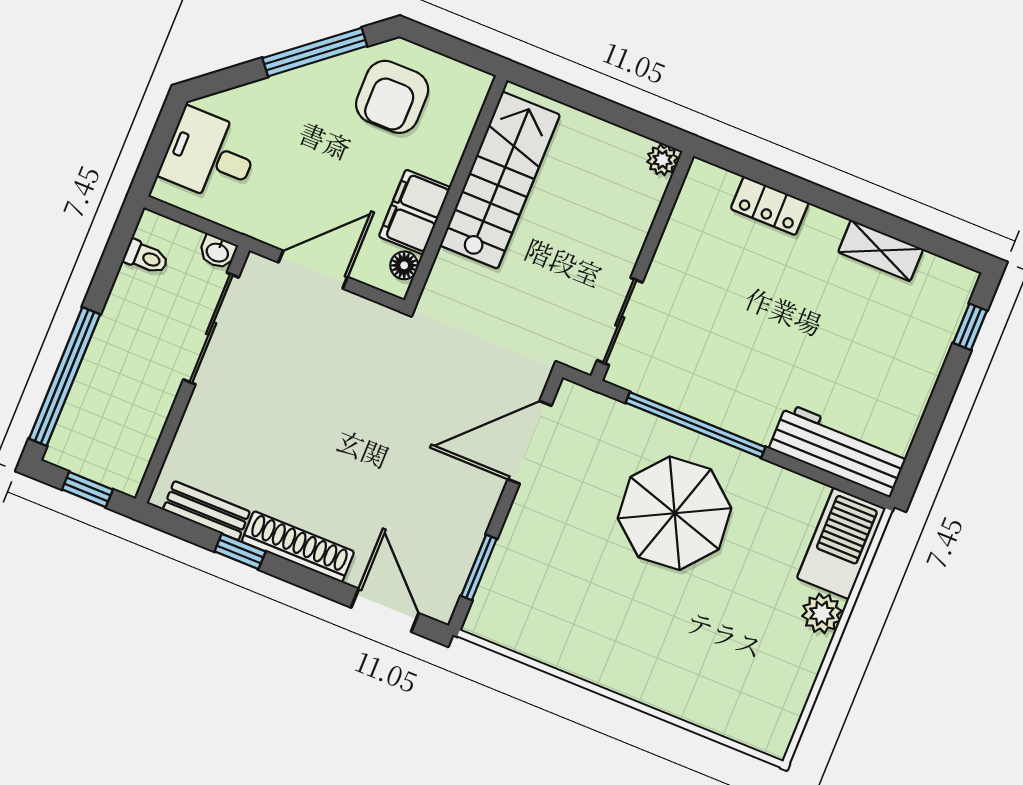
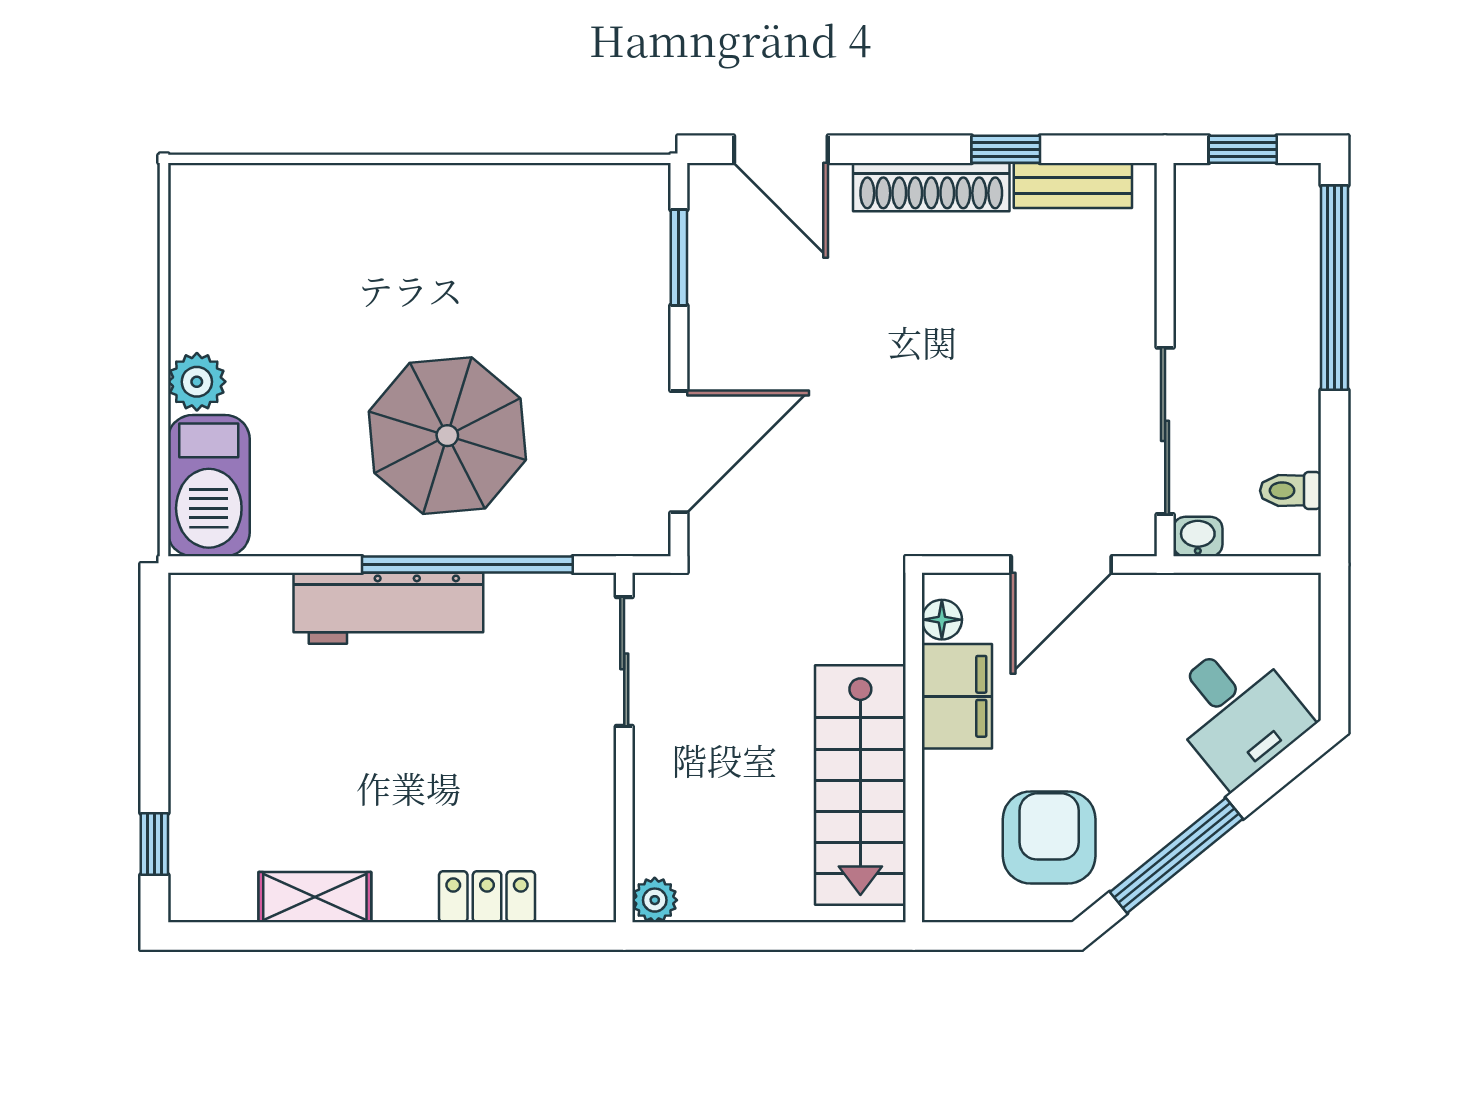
desk: (210, 156) -> (1236, 712), moved, turned 51
workbench: (839, 450) -> (388, 608), moved

